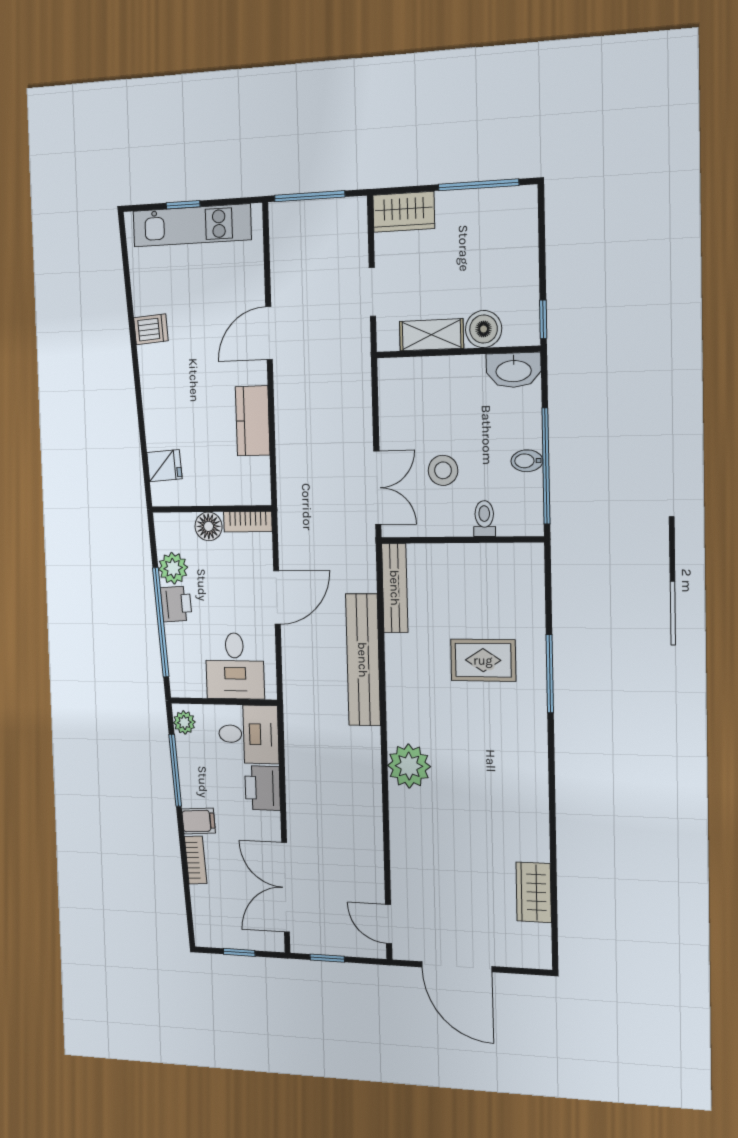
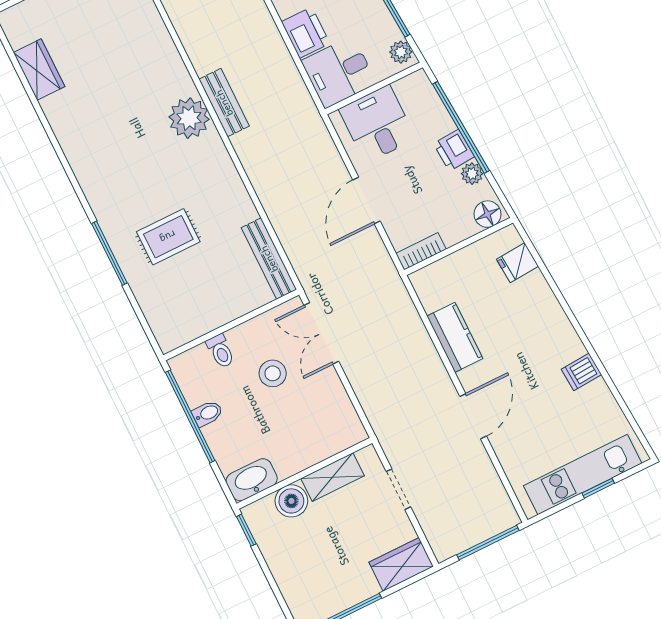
floor lamp: (209, 526) -> (487, 214), moved
plant: (173, 568) -> (472, 174), width x0.73, depth x0.73
bench: (363, 660) -> (224, 103), moved, width x0.54, depth x0.82

